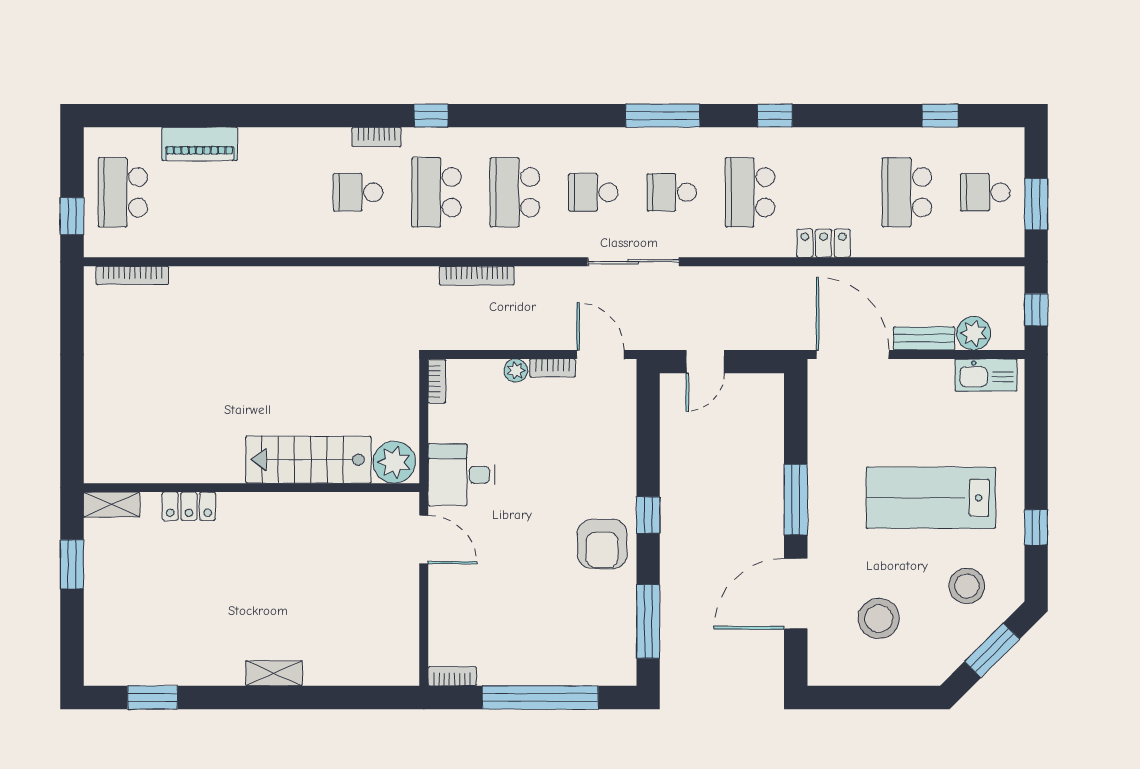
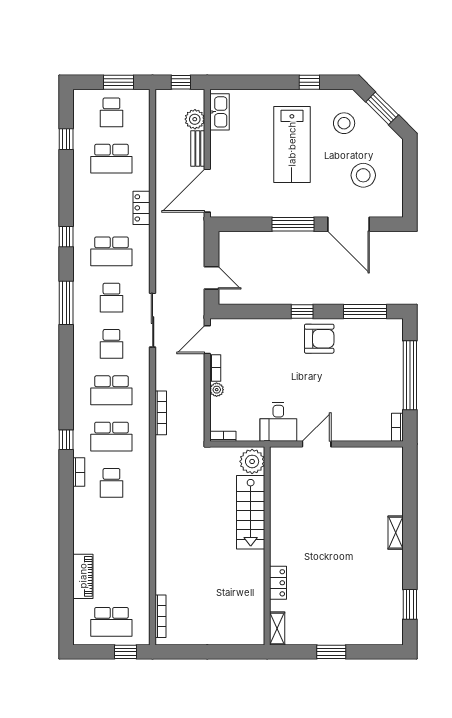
stairs: (308, 460) -> (251, 512), moved
plant: (394, 462) -> (252, 461), moved
wall: (252, 488) -> (267, 546), moved
shelving: (112, 505) -> (277, 628), moved
locker: (189, 506) -> (278, 583), moved

